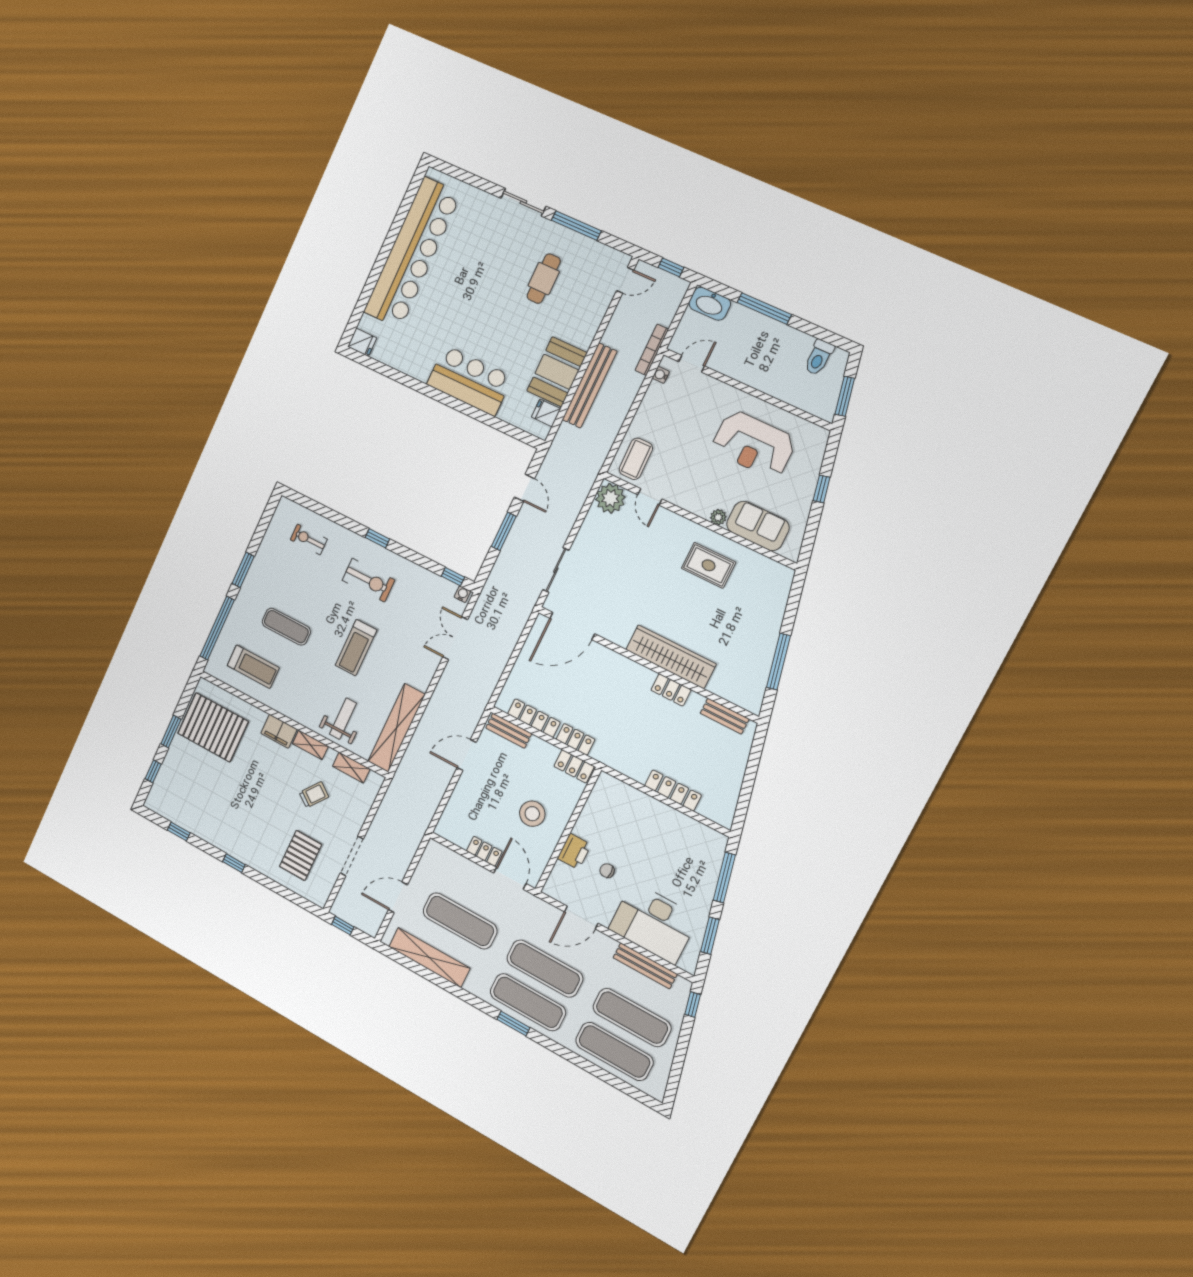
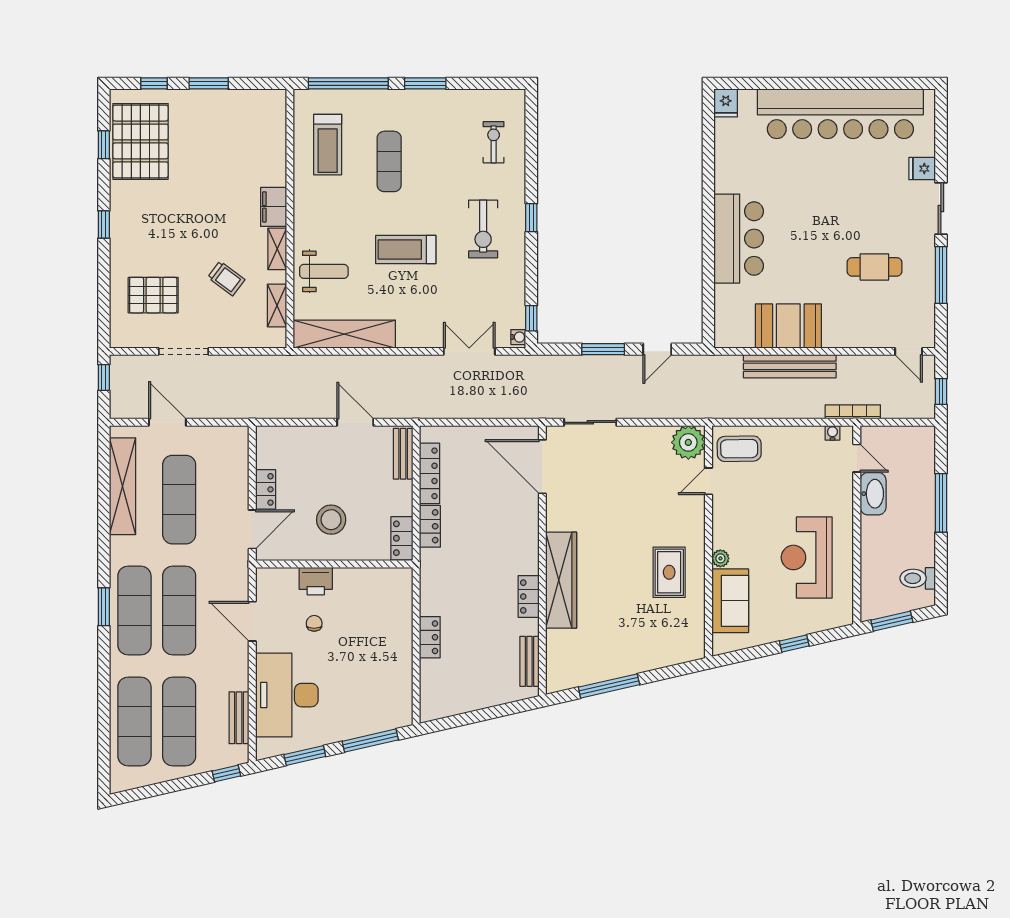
washbasin: (710, 304) -> (873, 494), moved, turned 180
fridge: (546, 413) -> (922, 169), moved, turned -90
pallet: (213, 727) -> (140, 141), moved
locker: (673, 790) -> (430, 637), width x0.66
bench: (645, 966) -> (239, 718), width x0.73

